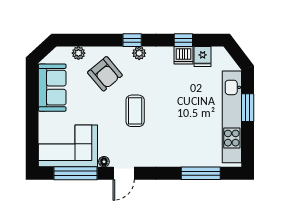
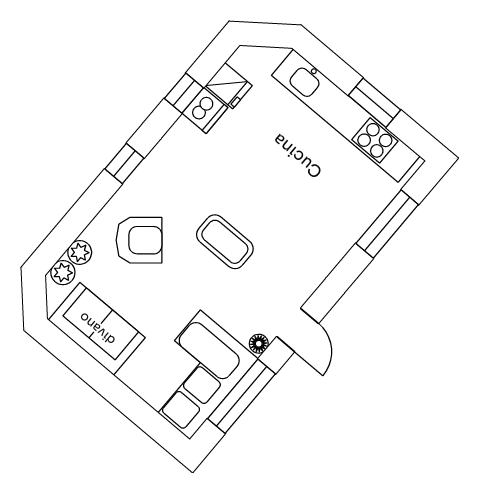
plant: (139, 53) -> (63, 273), moved
window: (248, 108) -> (375, 103), moved

